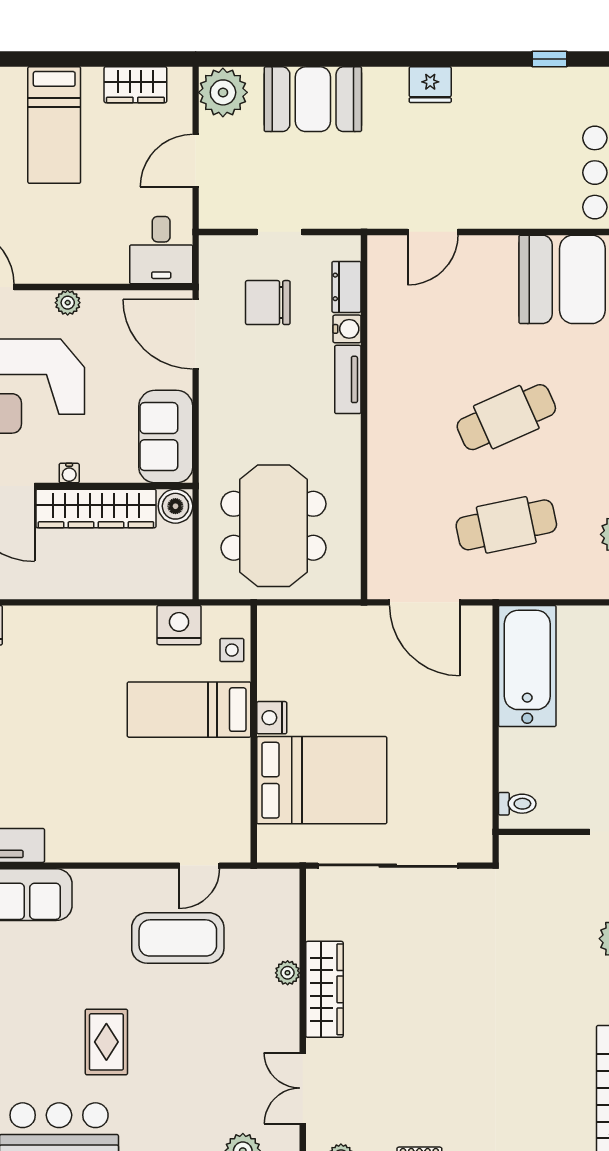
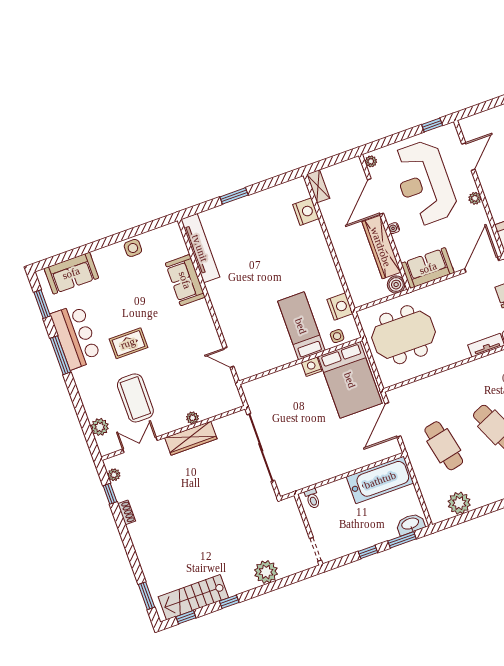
bed: (322, 780) -> (350, 380), moved
coffee table: (178, 938) -> (135, 398), moved

